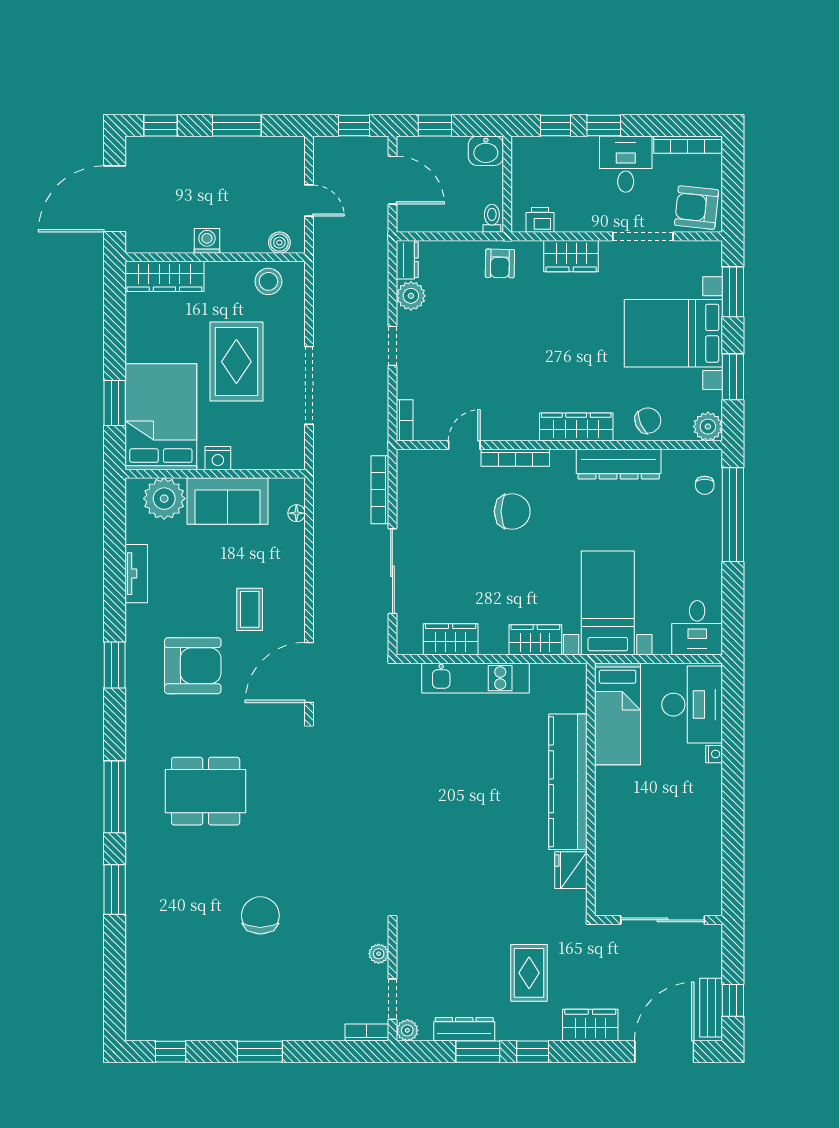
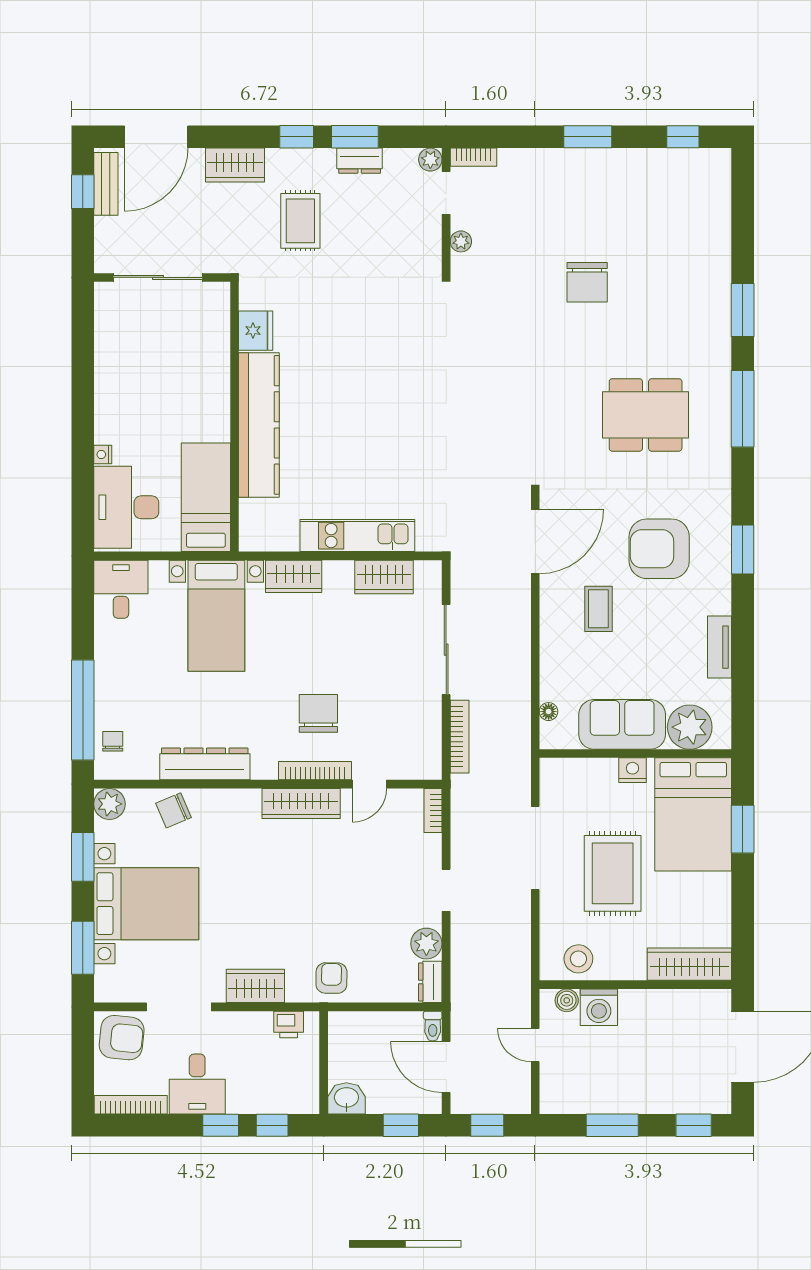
toilet: (492, 218) -> (433, 1026), moved
washing machine: (207, 241) -> (599, 1007), moved, width x1.38, depth x1.38
wardrobe: (576, 427) -> (301, 803), moved
chair: (512, 511) -> (318, 713), turned 90
dresser: (464, 1029) -> (360, 161), width x0.70

